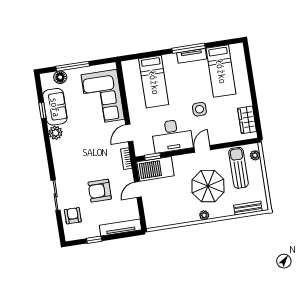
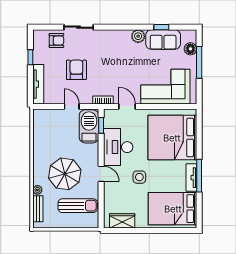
bed: (221, 71) -> (173, 209), width x1.50
bed: (154, 82) -> (172, 138), width x2.04
plant: (255, 155) -> (87, 223), removed
plant: (204, 215) -> (37, 190), moved

